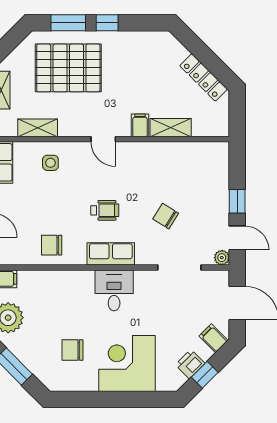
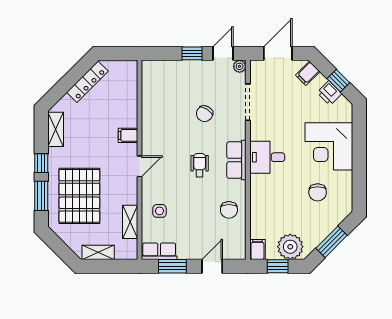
shelving: (171, 128) -> (56, 129), moved

